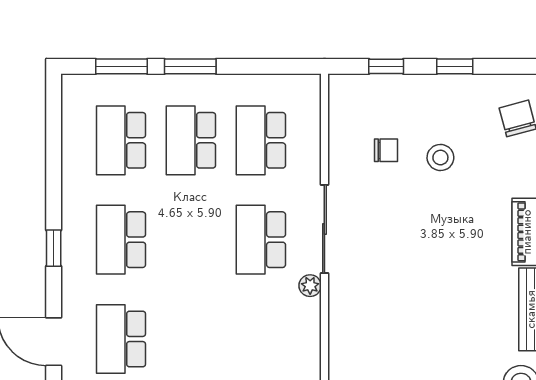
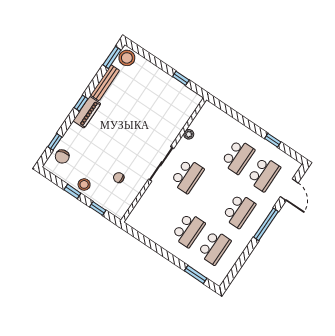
window: (190, 66) -> (170, 257), removed
school desk: (261, 140) -> (238, 156), moved
stool: (440, 158) -> (84, 184), moved
window: (54, 248) -> (266, 224), width x2.17
plant: (310, 286) -> (189, 134), moved

